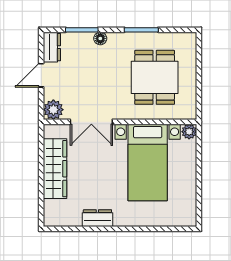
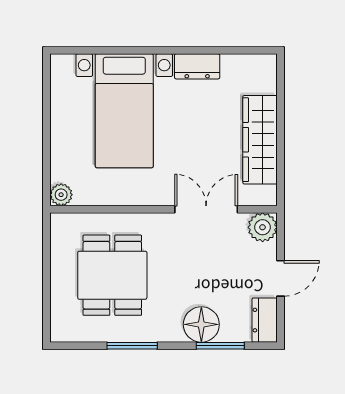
floor lamp: (100, 38) -> (201, 324), width x1.89, depth x1.89
bed with nightstands: (148, 163) -> (124, 111), moved, turned 180

